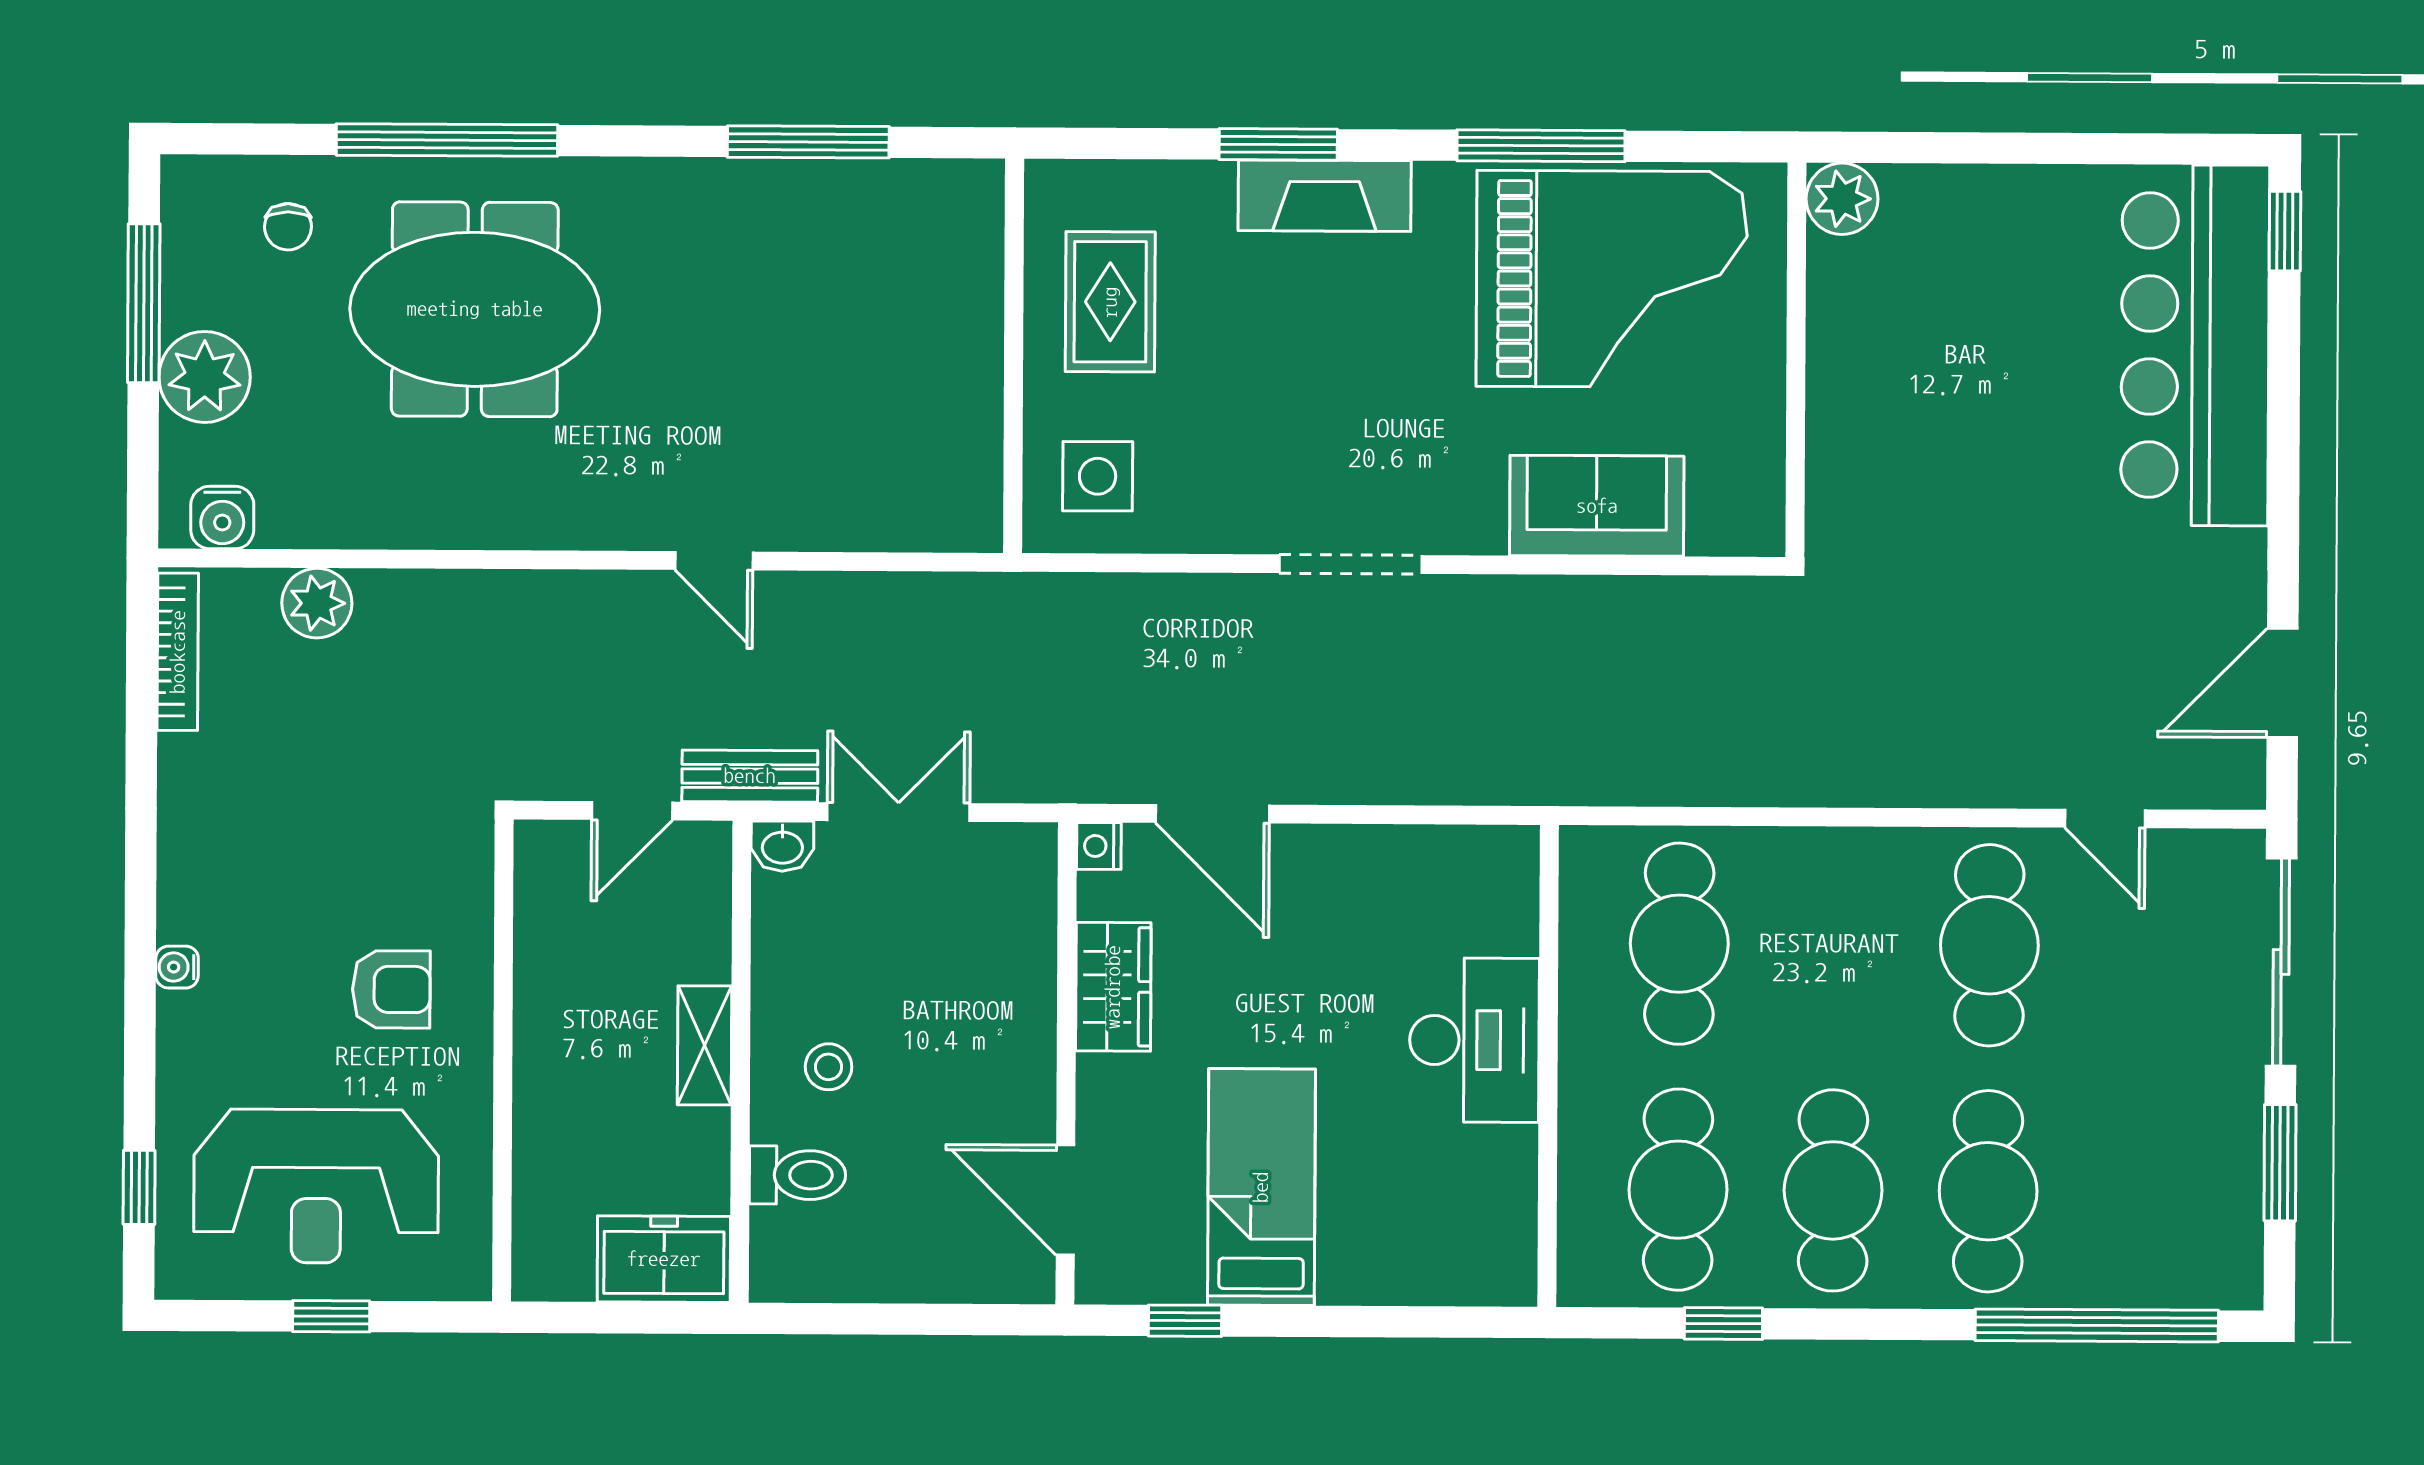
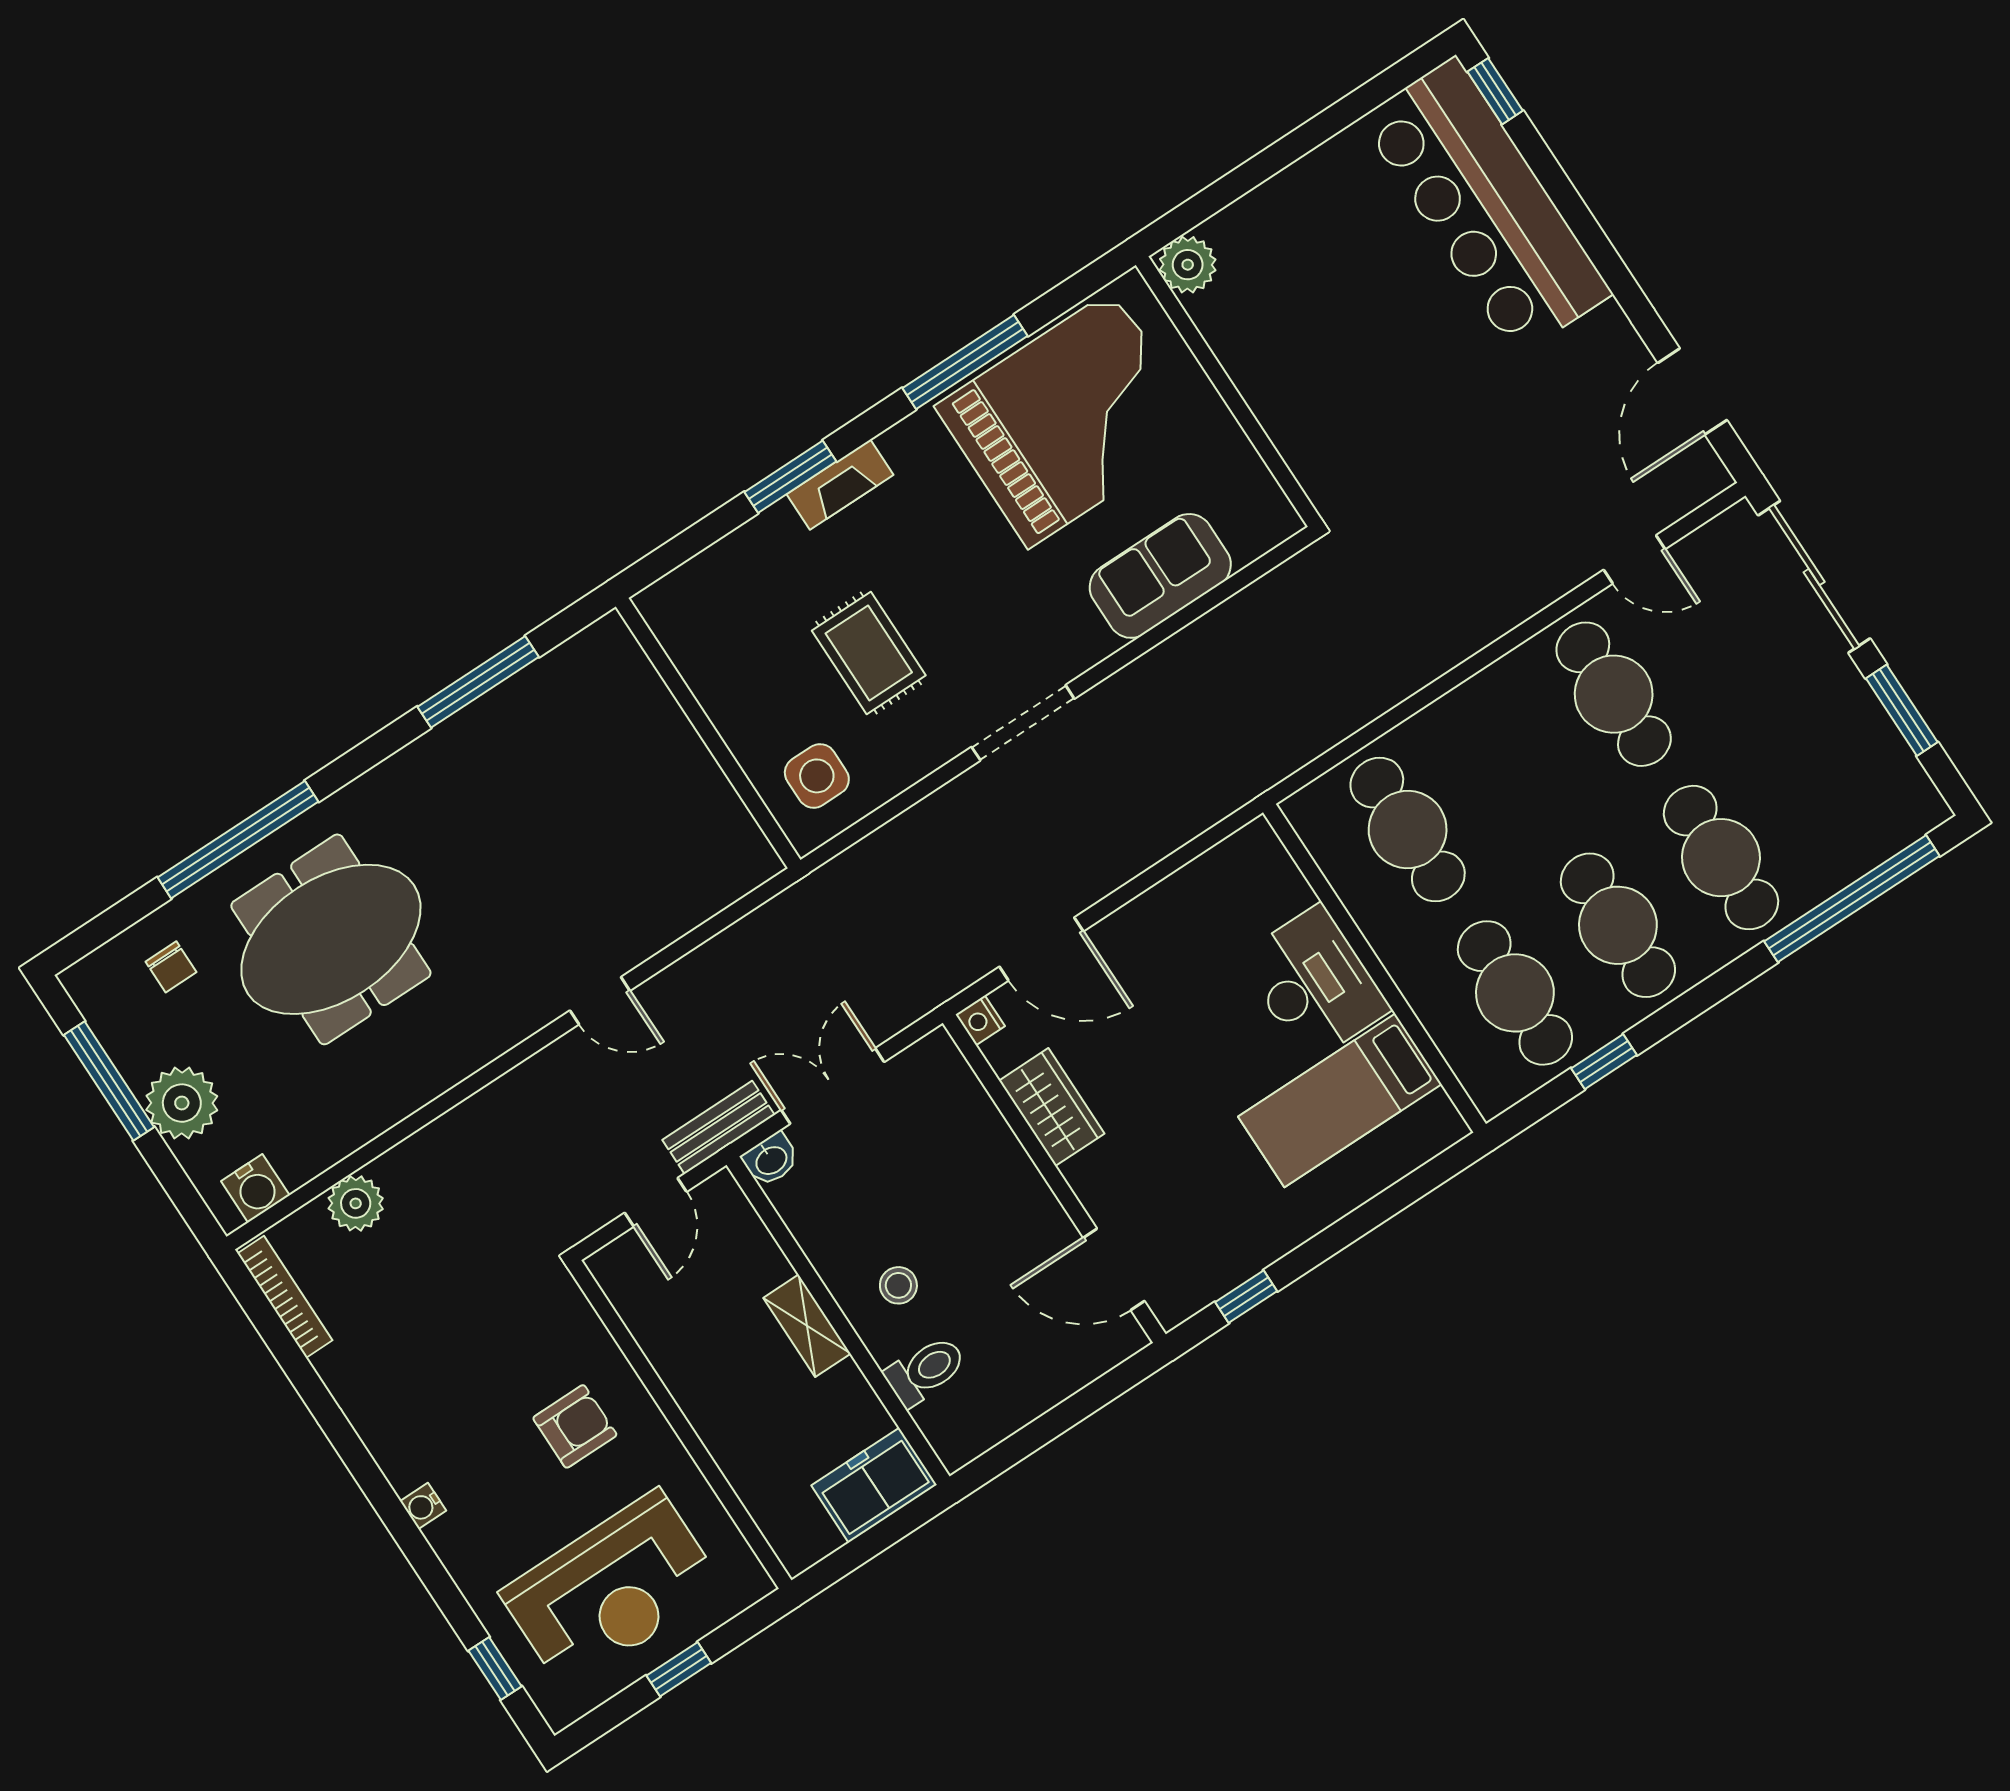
fireplace: (1325, 196) -> (840, 485), width x0.73, depth x0.76
rug: (1110, 302) -> (869, 653), moved
bed: (1261, 1187) -> (1340, 1100), moved, turned -90

